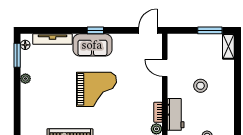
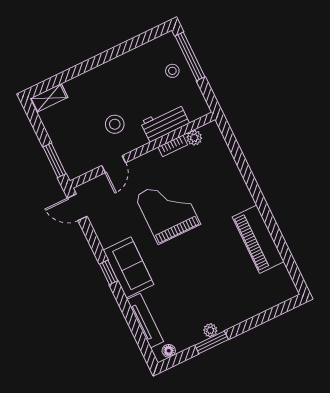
window: (210, 30) -> (54, 160), moved
window: (17, 55) -> (212, 342), moved
stool: (200, 86) -> (115, 124), moved
grand piano: (96, 89) -> (168, 210), moved

